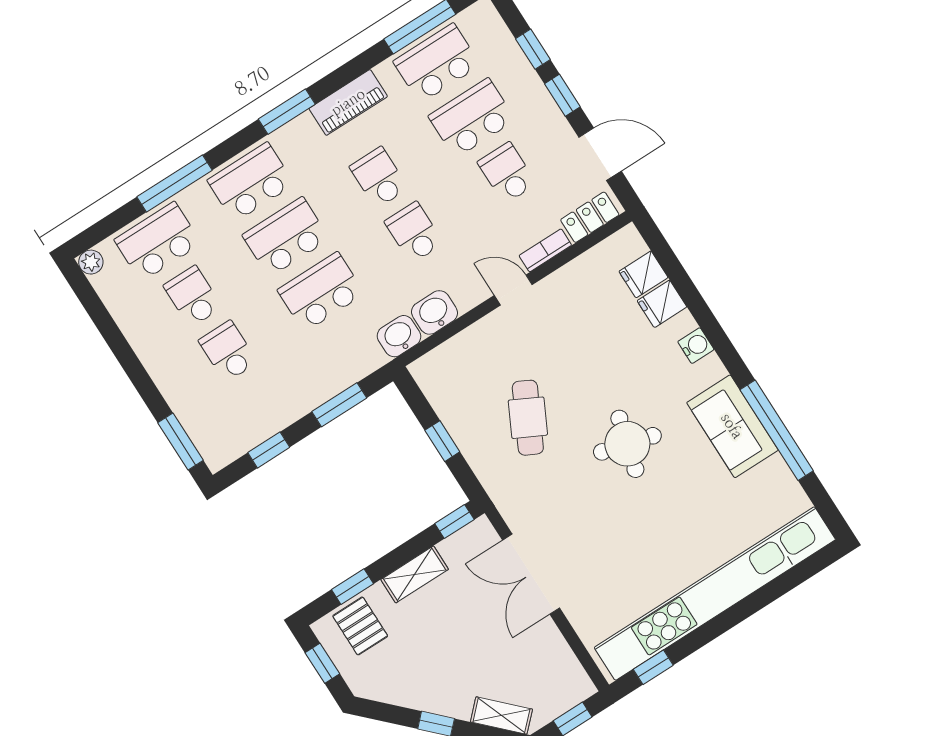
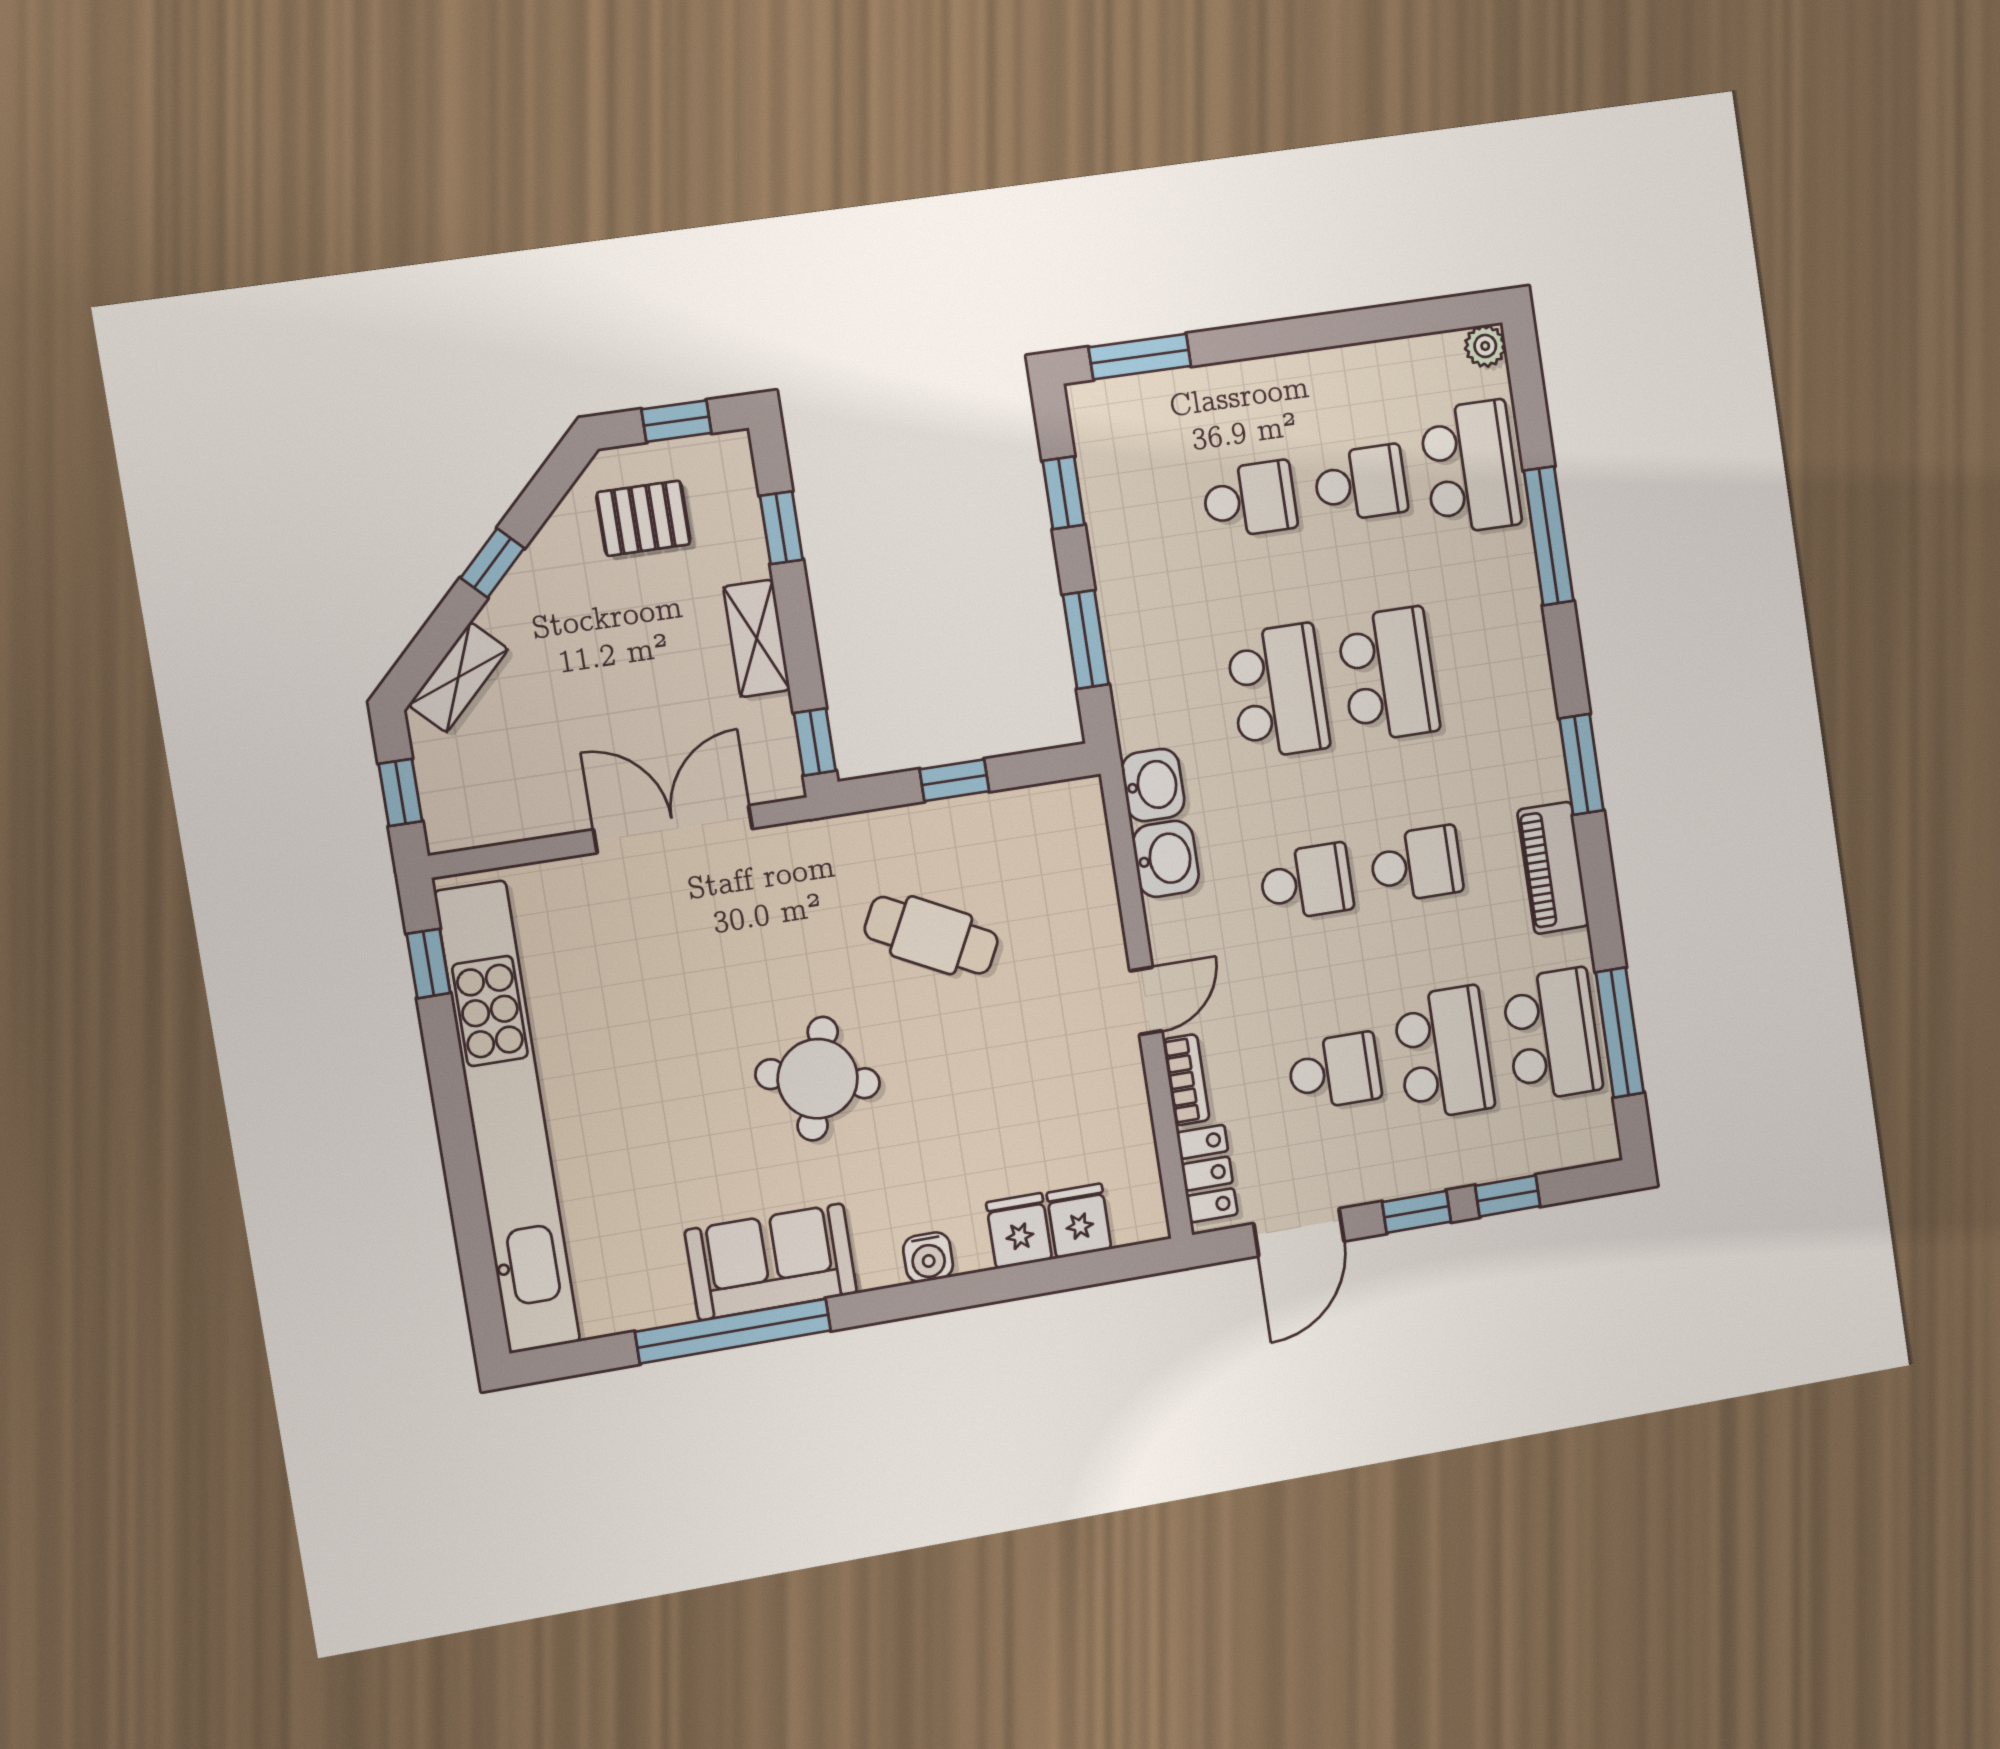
school desk: (251, 182) -> (1498, 658), removed
pallet: (360, 626) -> (643, 518), moved

